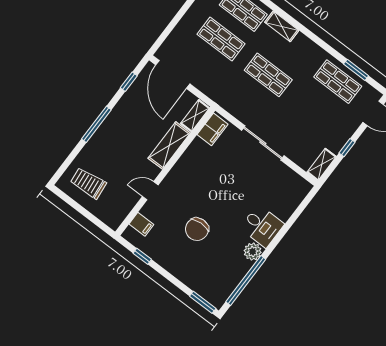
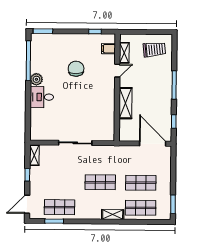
shelving: (195, 116) -> (124, 53), moved
filing cabinet: (212, 129) -> (108, 130), removed

